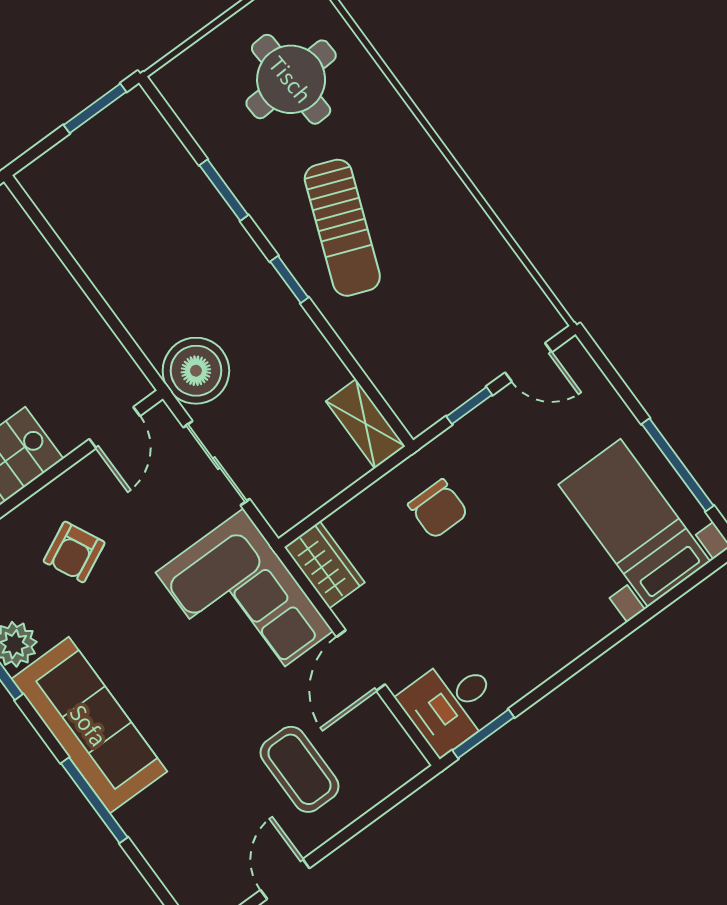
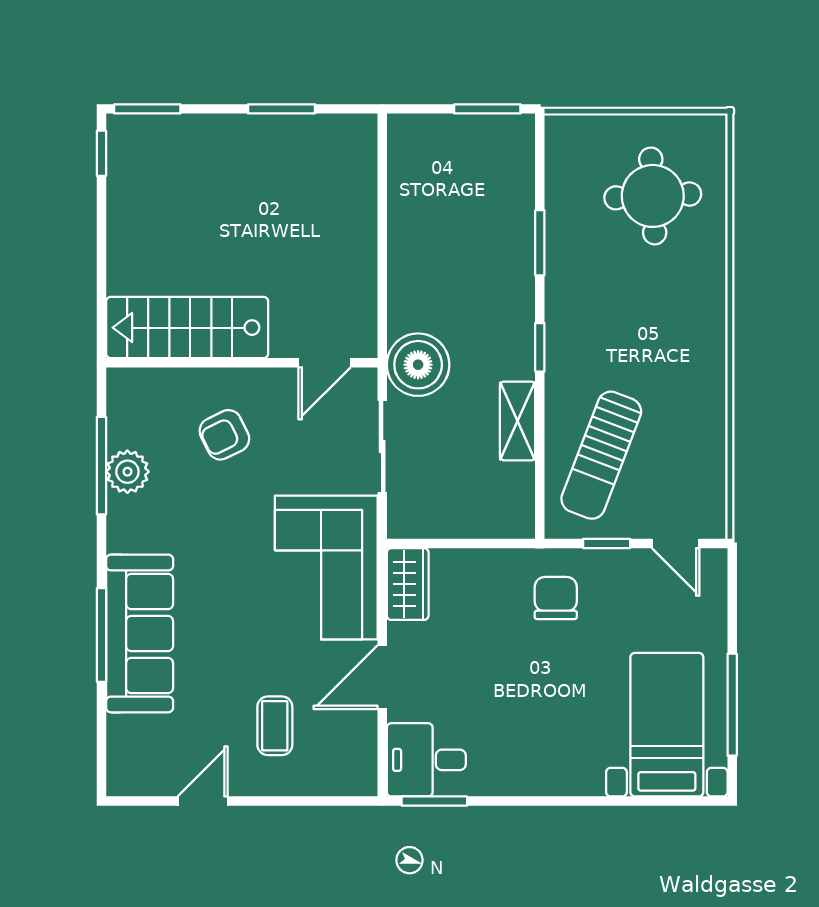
sun lounger: (342, 228) -> (601, 455), moved
shelving: (365, 424) -> (518, 421), moved
chair: (438, 509) -> (556, 598), moved, turned 180
sofa: (89, 725) -> (140, 633), moved
coffee table: (300, 769) -> (275, 726), width x0.73, depth x0.77

